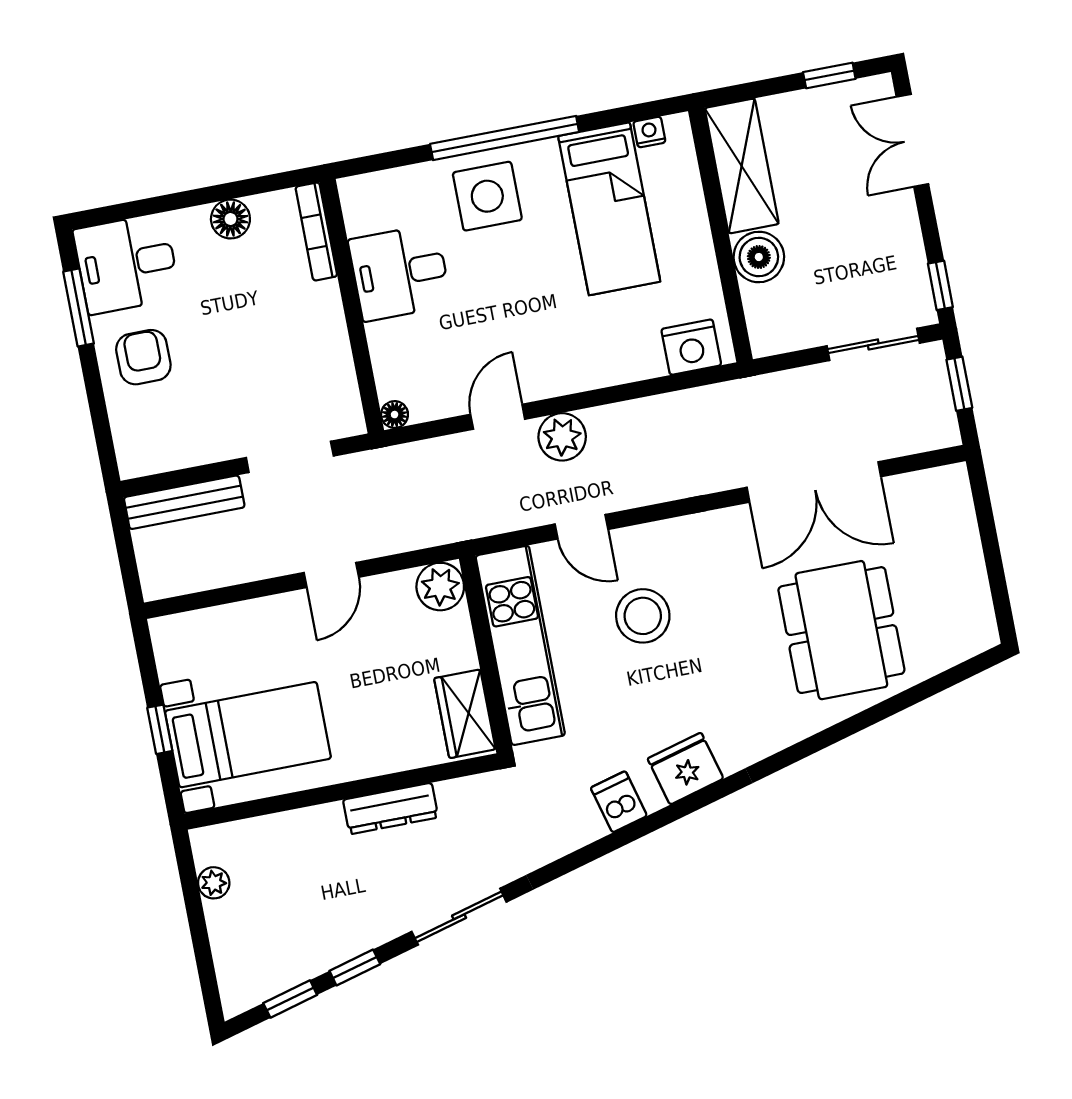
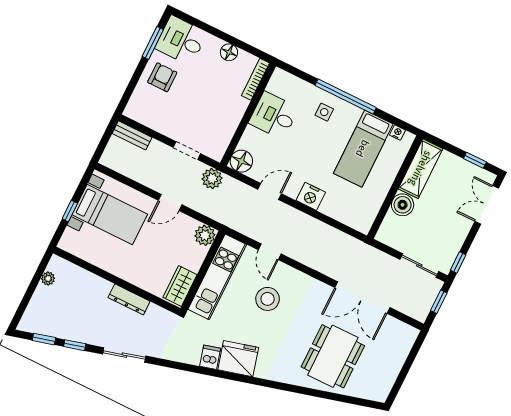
side table: (487, 196) -> (324, 112), width x0.54, depth x0.54
nightstand: (691, 347) -> (311, 196), moved
floor lamp: (395, 415) -> (241, 161), width x1.89, depth x1.89
plant: (562, 437) -> (212, 179), moved
doorway: (290, 457) -> (187, 151), width x0.73
bench: (184, 502) -> (132, 135), width x0.73
bed with nightstands: (248, 735) -> (110, 214), moved
fridge: (685, 769) -> (238, 359), width x1.36, depth x1.34

